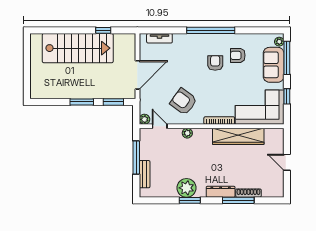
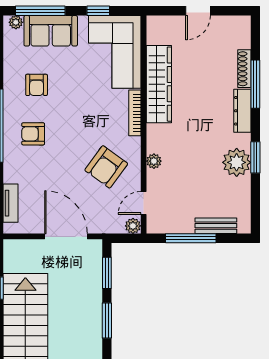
armchair: (215, 63) -> (33, 134), moved

